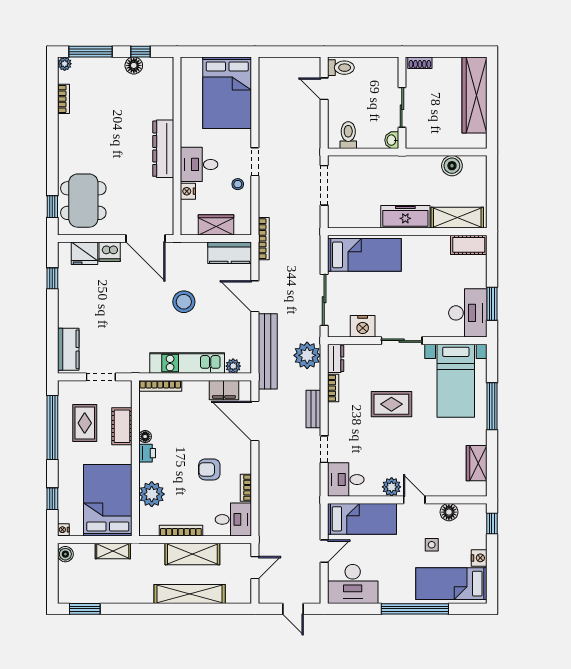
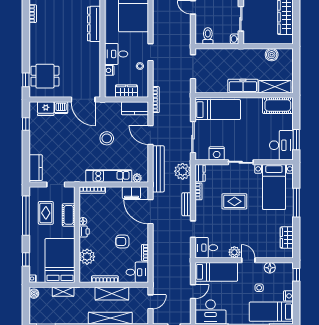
dresser: (163, 149) -> (94, 24), moved
dining table: (83, 201) -> (45, 76), width x0.73
cot: (469, 245) -> (278, 105), width x1.37, depth x1.34

